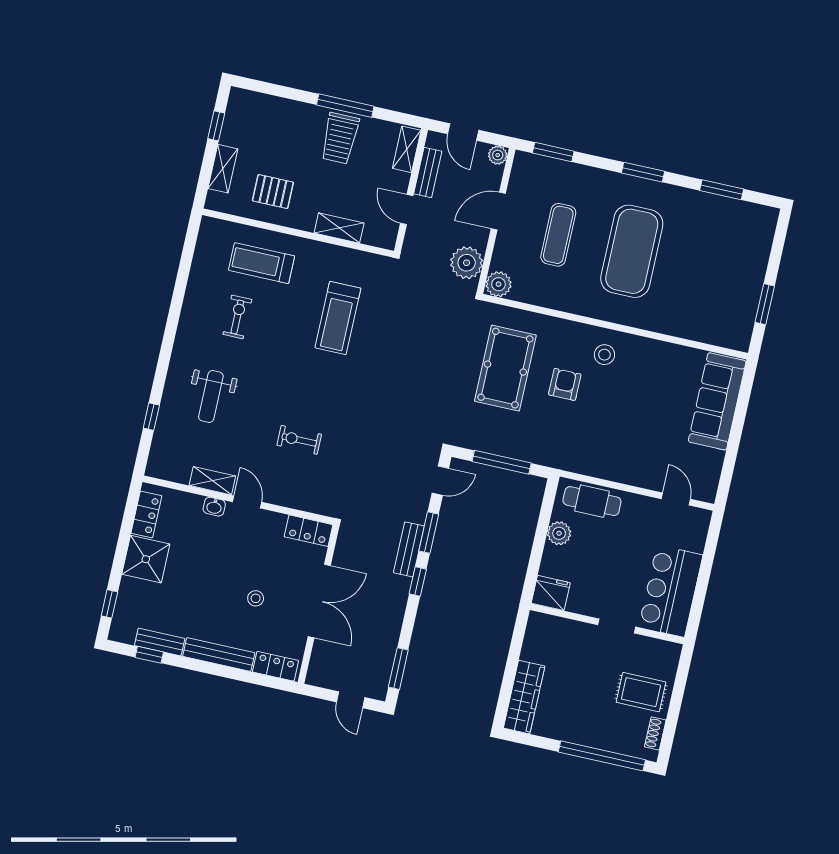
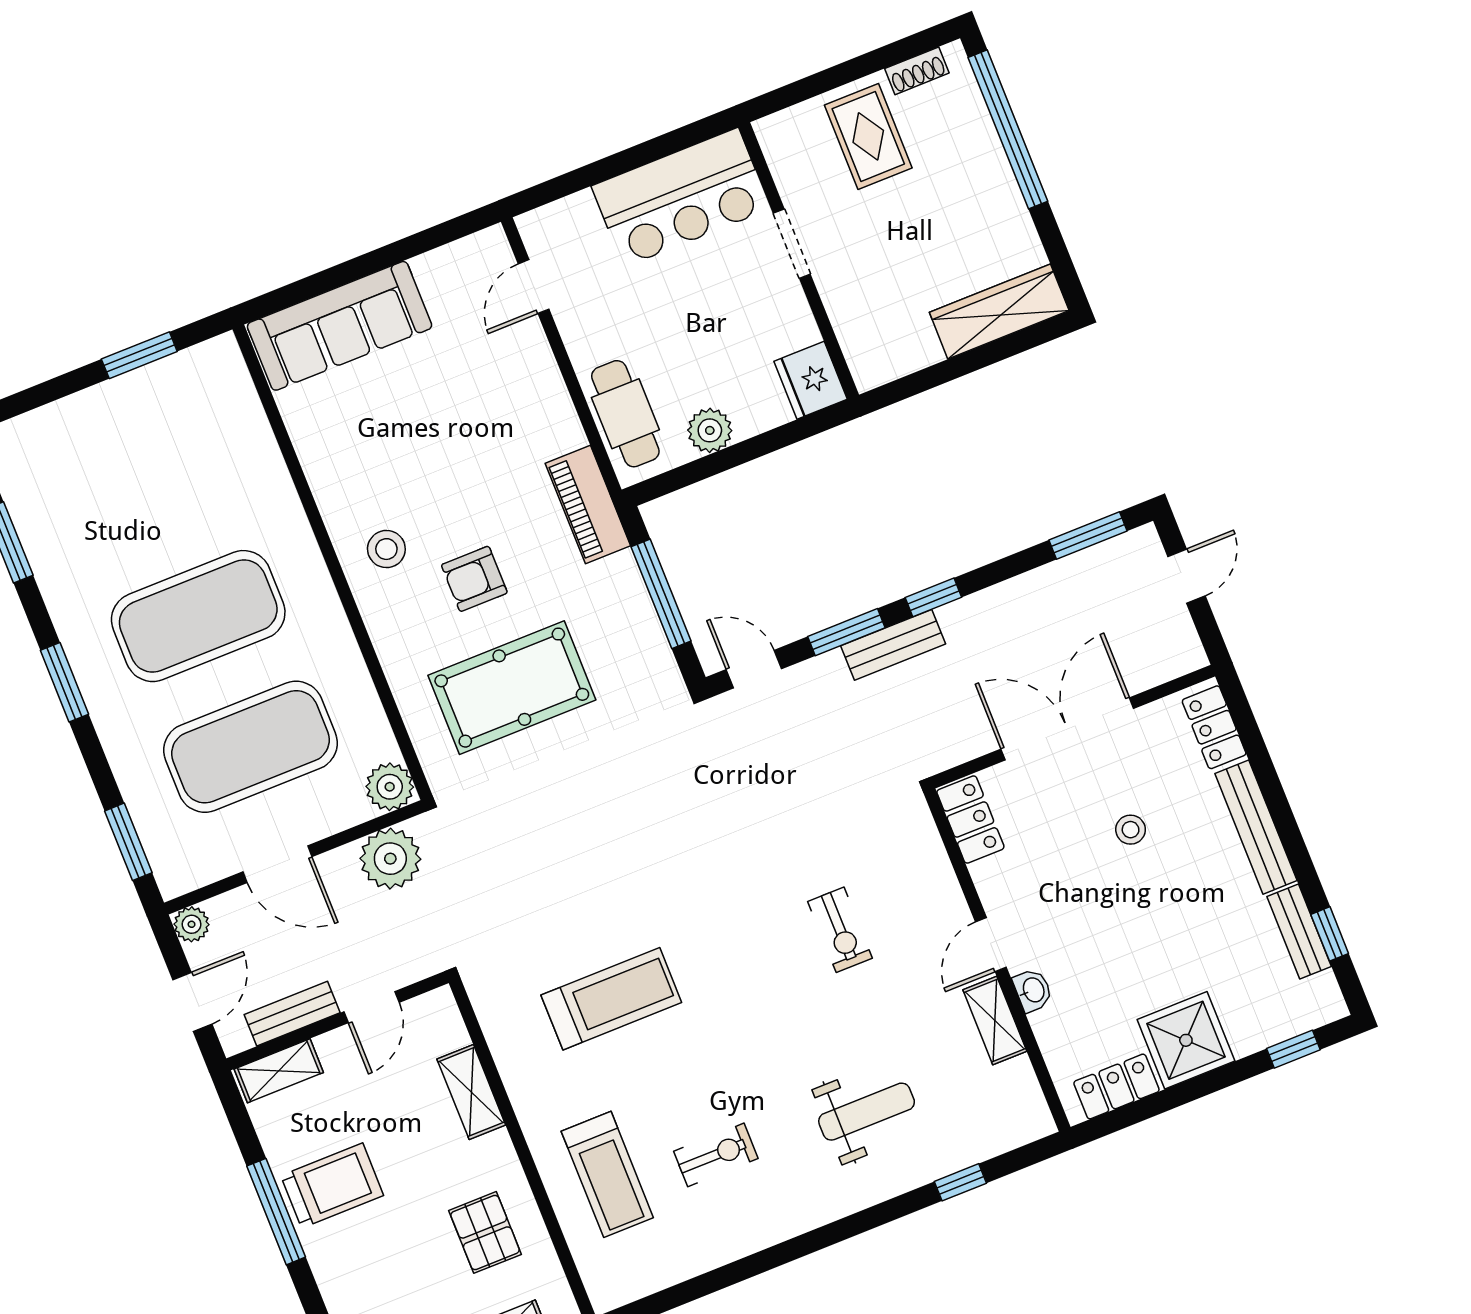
exercise mat: (558, 235) -> (250, 747), width x2.00, depth x1.45
exercise bike: (237, 317) -> (716, 1155), turned 180
piano: (563, 457) -> (588, 505), added

